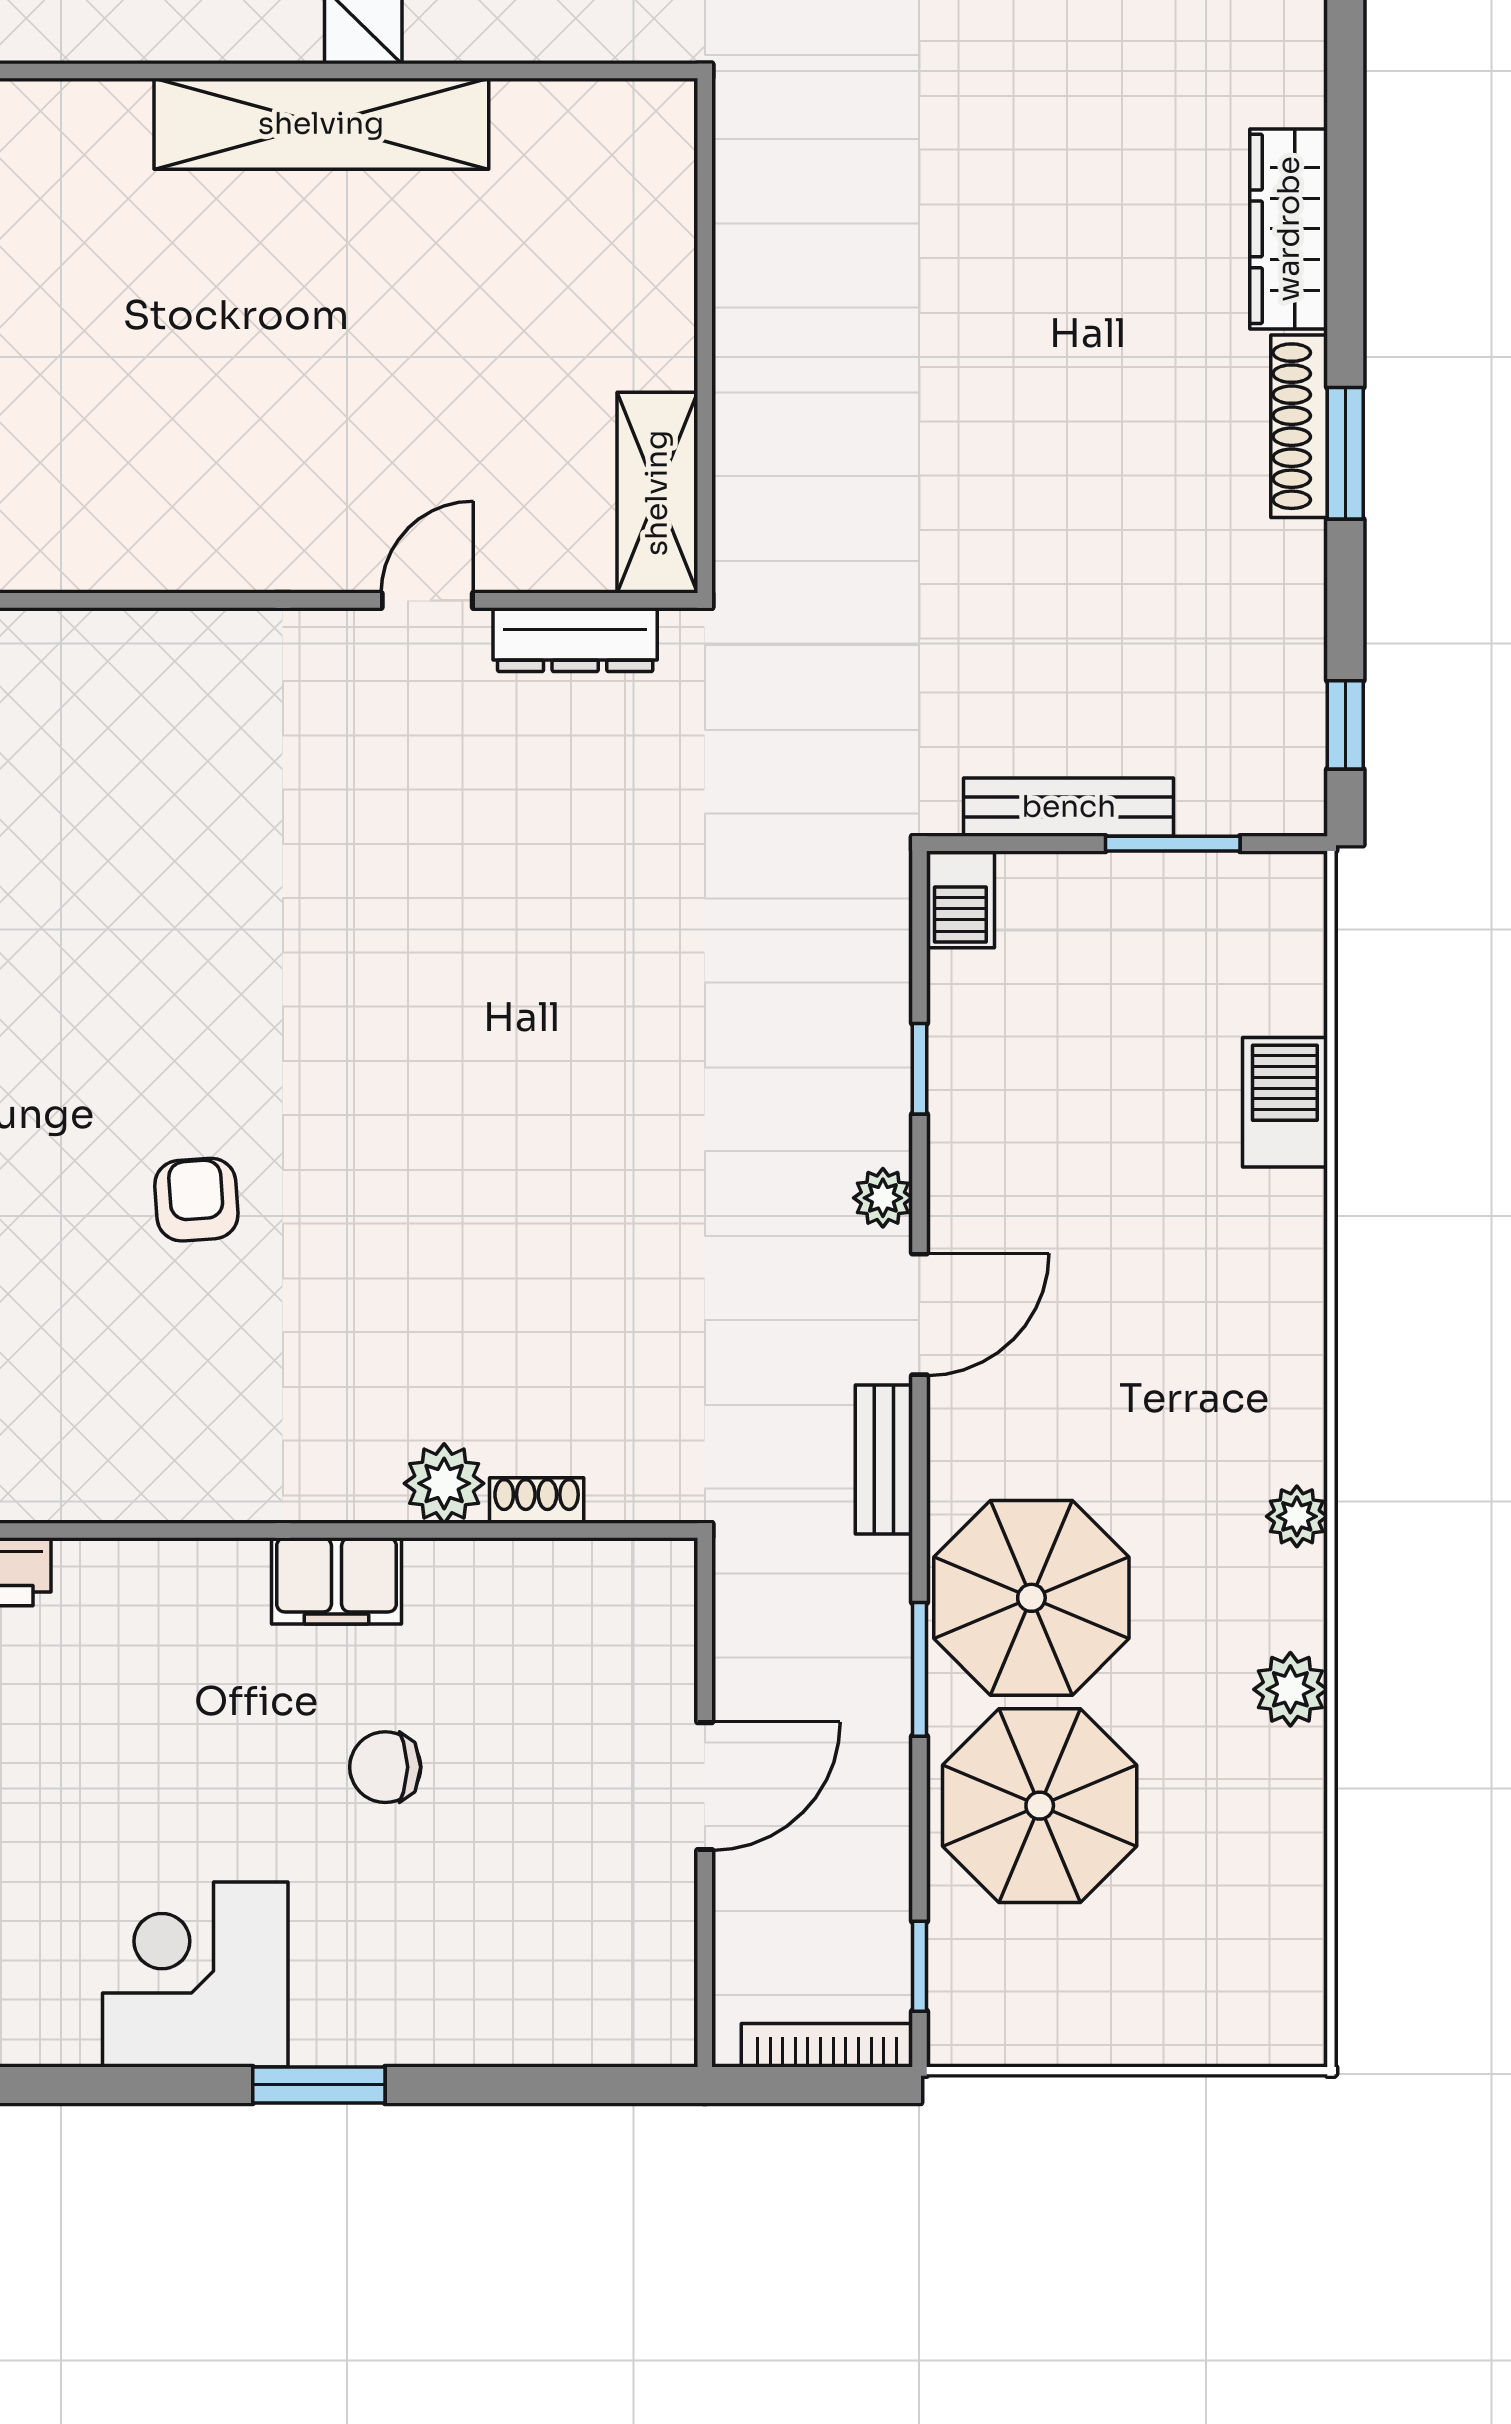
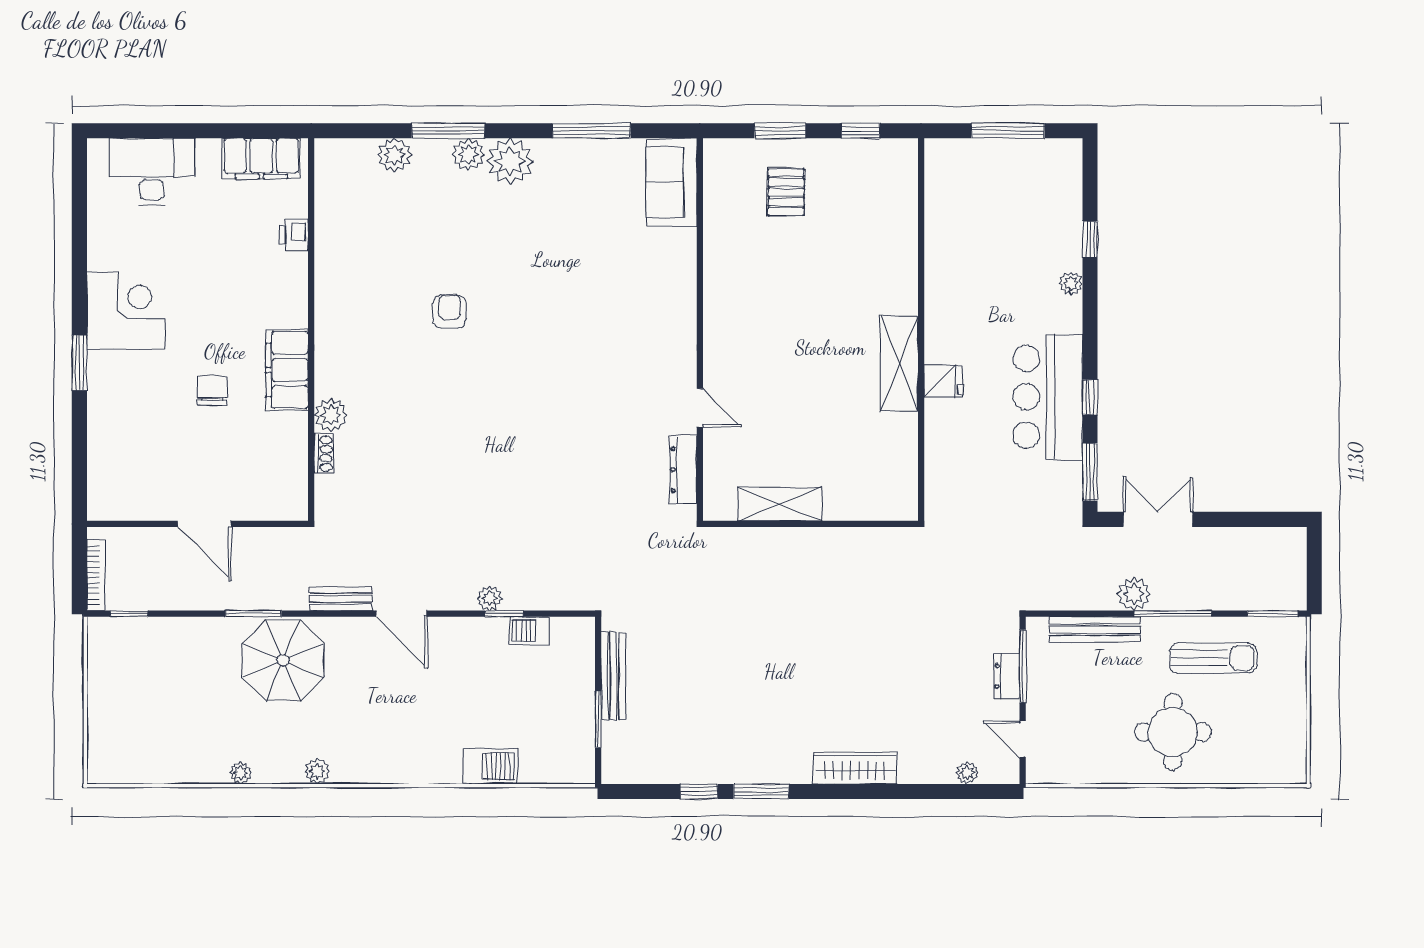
shelving: (321, 124) -> (899, 364), width x0.68
shoe rack: (1299, 426) -> (773, 772), removed
shelving: (657, 493) -> (780, 504), moved
window: (1345, 725) -> (699, 792), moved
barbecue: (960, 900) -> (529, 631), moved
plant: (883, 1198) -> (489, 598), moved
armchair: (196, 1200) -> (449, 311), turned -86
filing cabinet: (336, 1581) -> (287, 370), width x1.50, depth x1.17
plant: (1290, 1689) -> (241, 773), width x0.73, depth x0.73
parasol: (1040, 1806) -> (196, 664), removed

